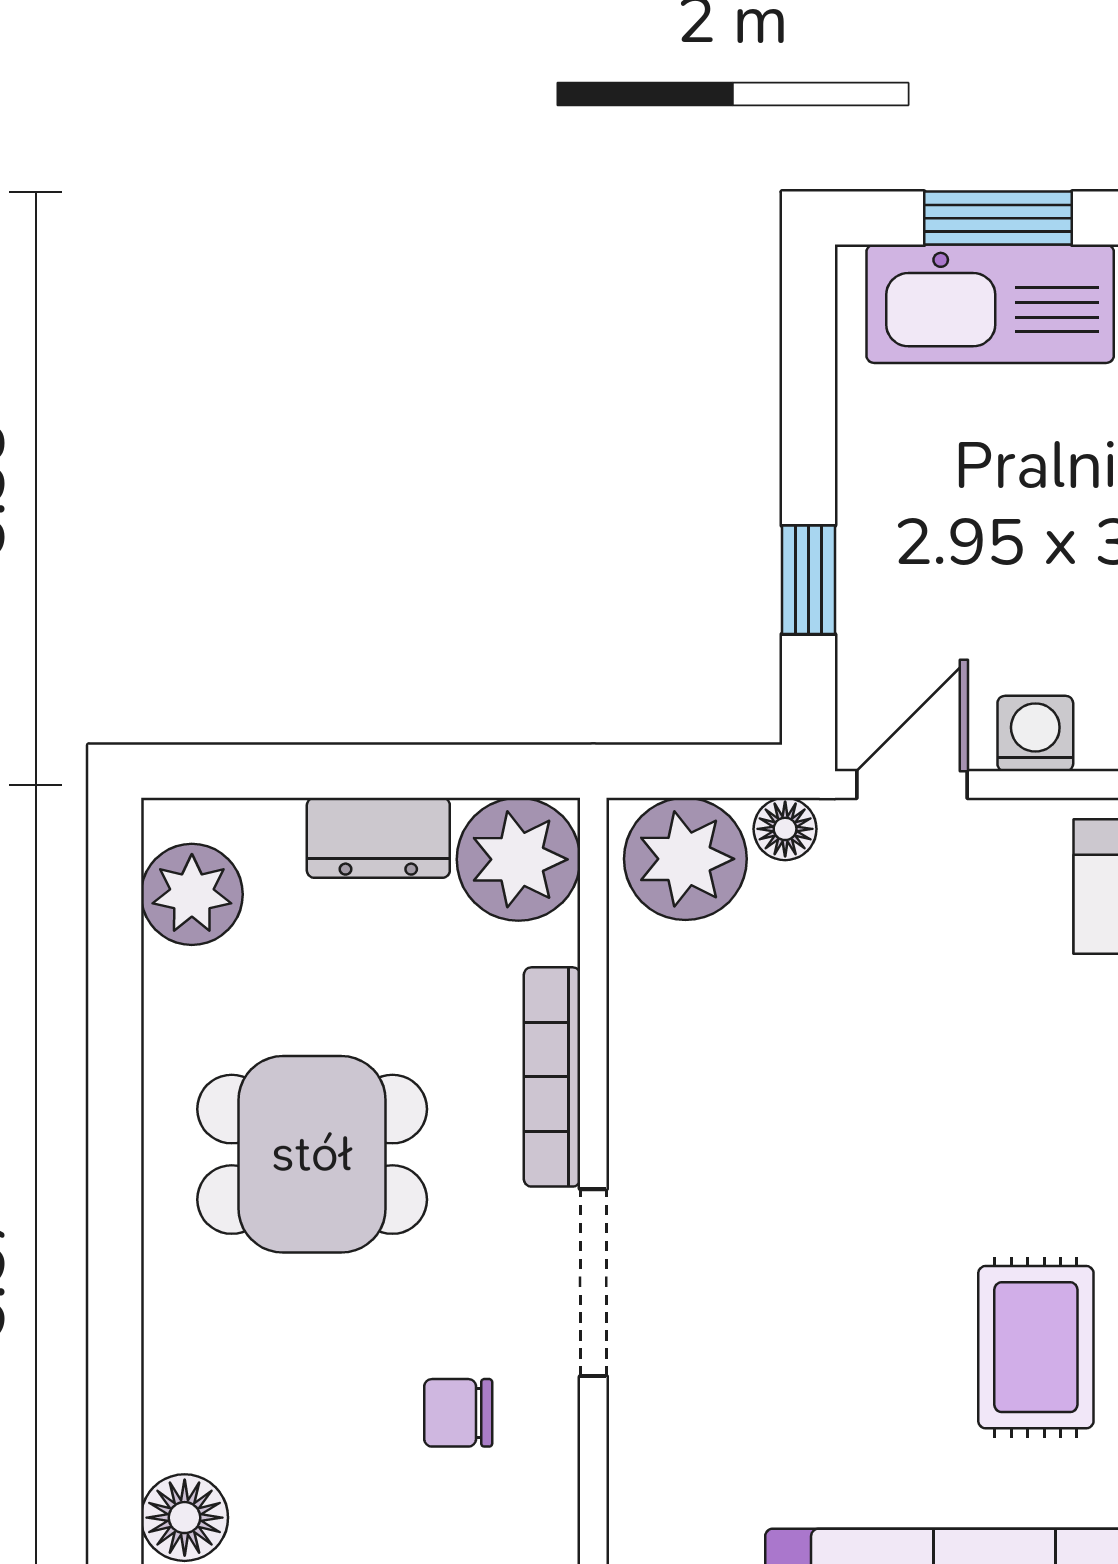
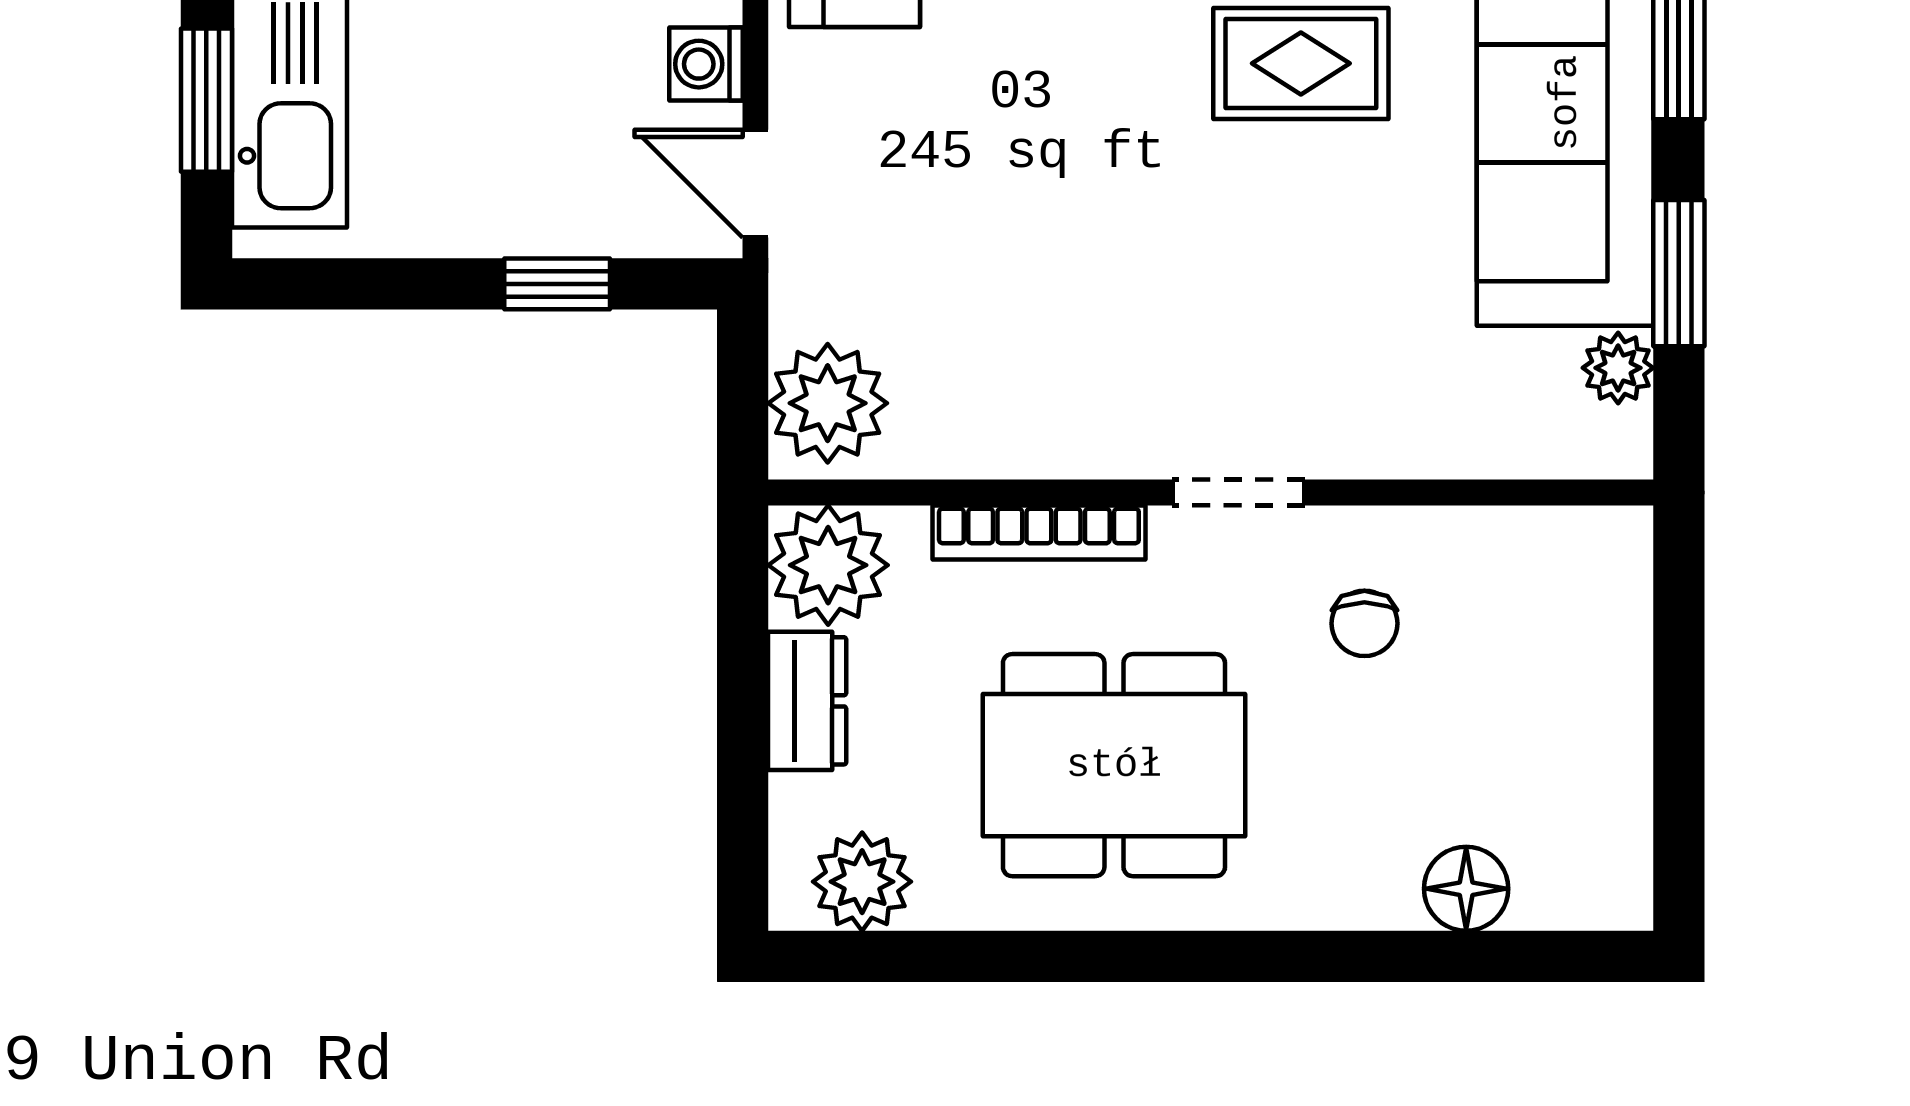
floor lamp: (785, 829) -> (799, 307), removed
dining table: (312, 1154) -> (1114, 765), width x1.37
doorway: (593, 1283) -> (1238, 492), width x0.73

